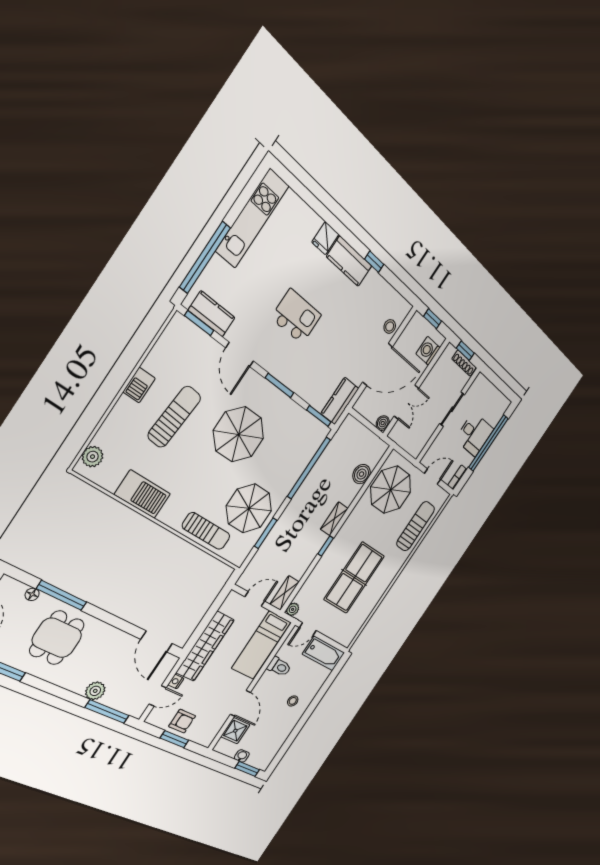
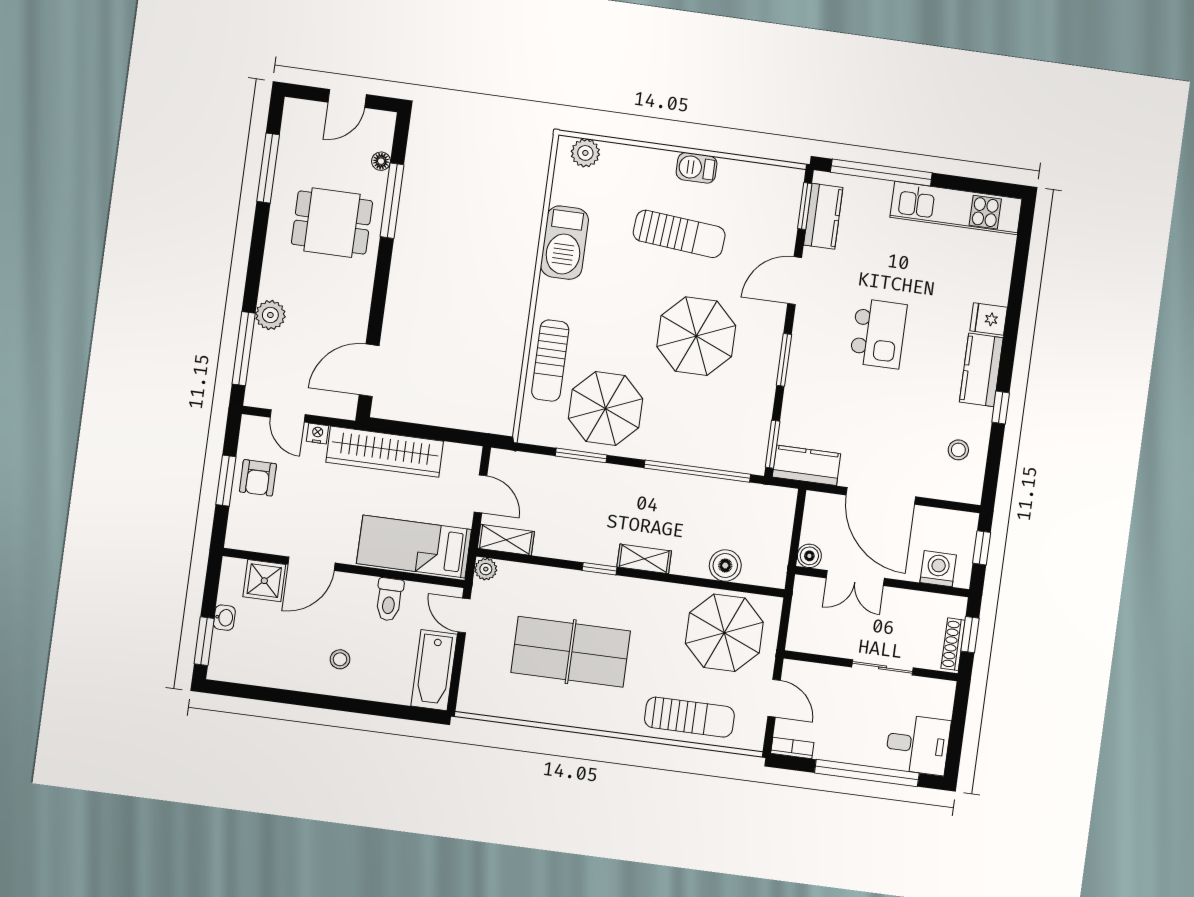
stool: (390, 326) -> (958, 450), moved
desk: (474, 434) -> (918, 744), moved, turned -90

